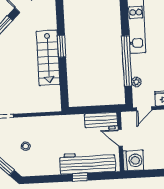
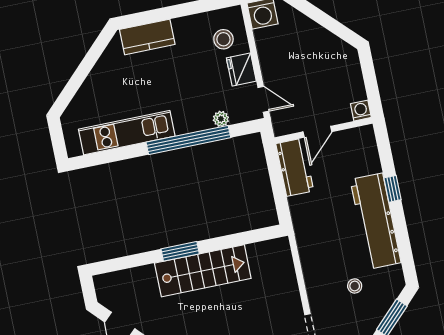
washing machine: (133, 160) -> (361, 111), width x0.53, depth x0.53
workbench: (88, 163) -> (376, 221), moved

